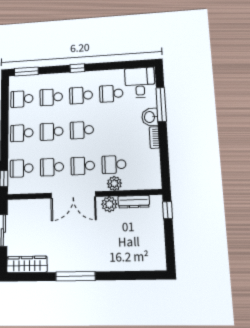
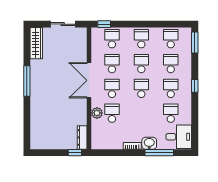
dresser: (134, 202) -> (82, 137), moved
plant: (109, 204) -> (81, 108), removed

